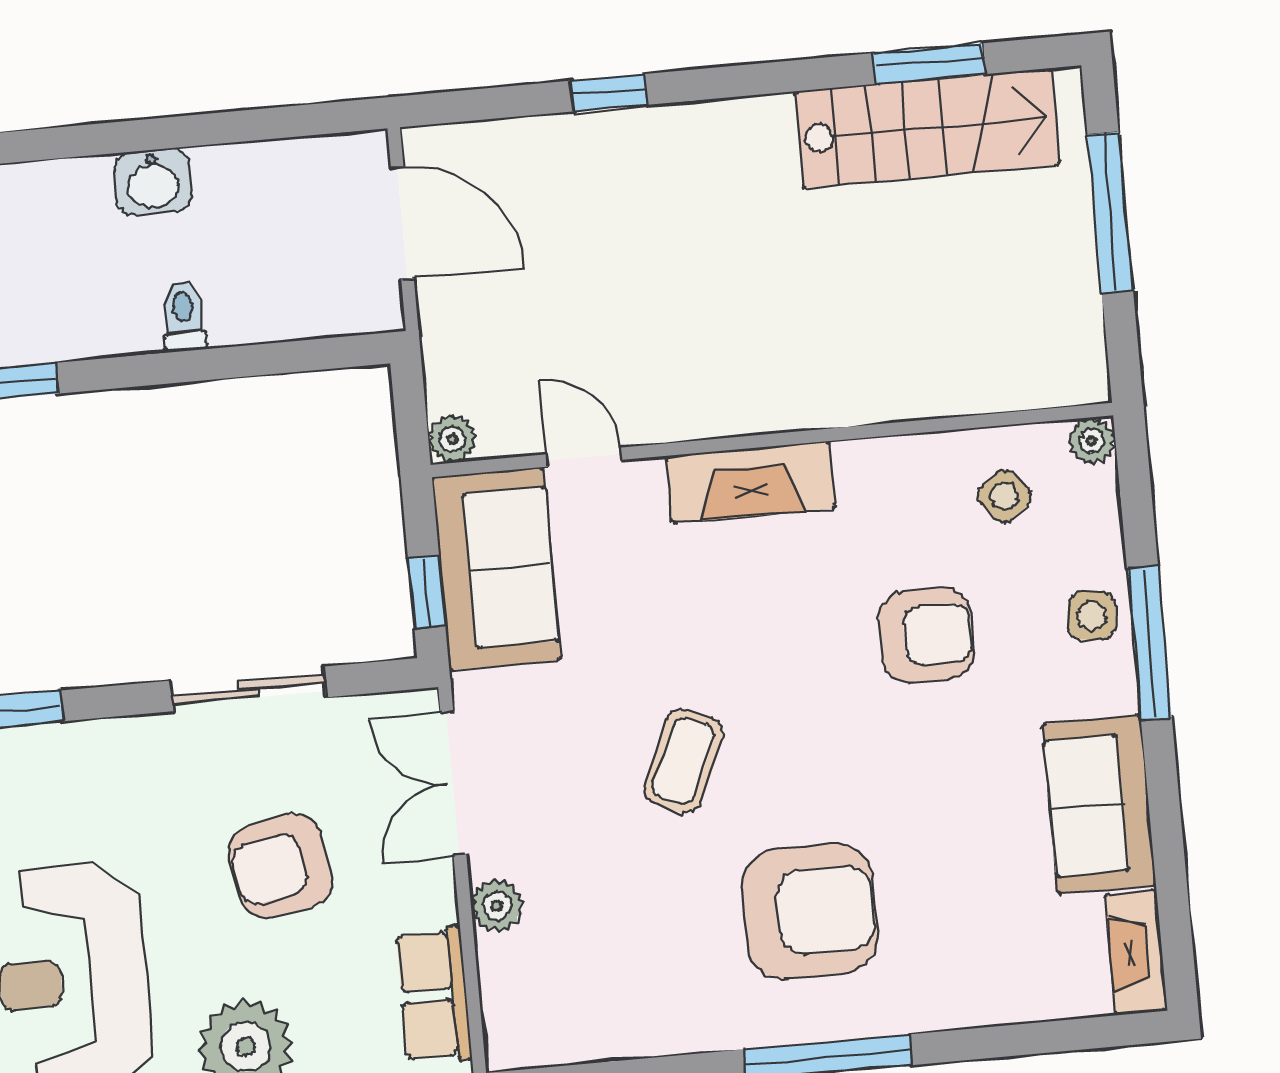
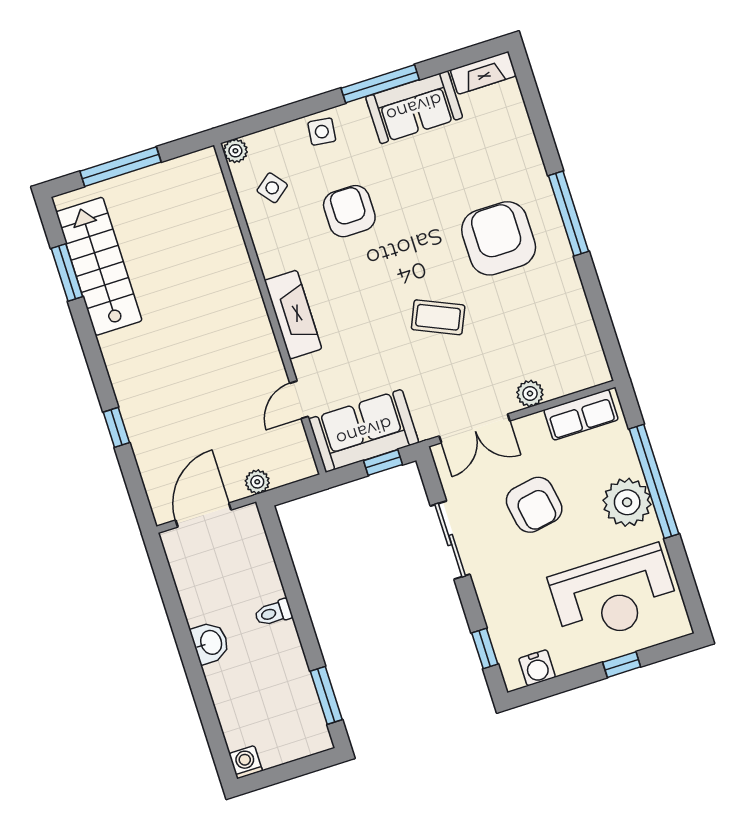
plant: (452, 439) -> (257, 482), moved
window: (1149, 643) -> (380, 84), moved

